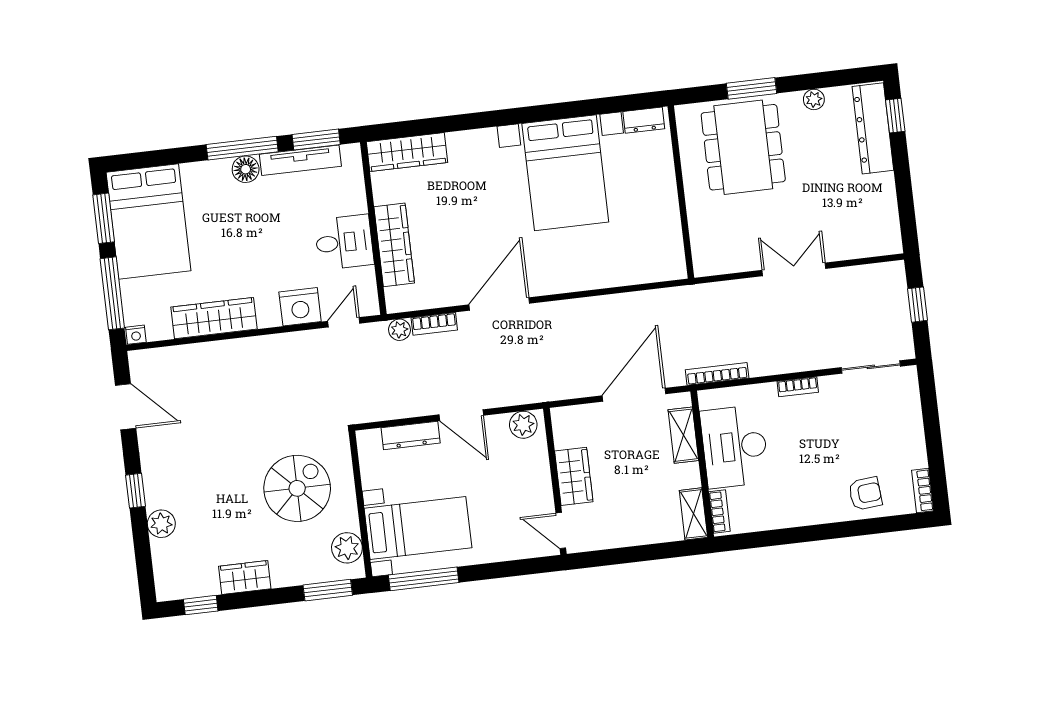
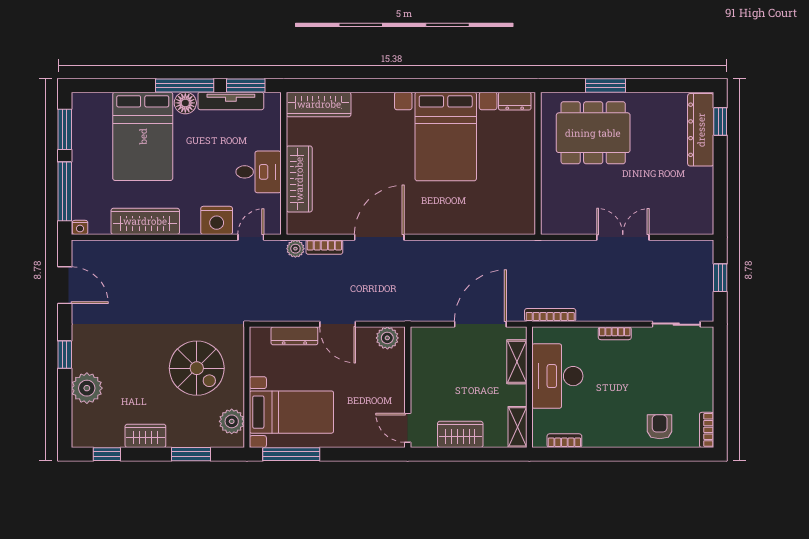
plant: (814, 99) -> (655, 101), removed
dining table: (743, 147) -> (593, 133), turned 90
bed: (149, 221) -> (143, 136), moved
wardrobe: (574, 476) -> (460, 434), moved, turned -90
spiral stairs: (297, 488) -> (197, 368), turned 90
armchair: (865, 494) -> (660, 427), turned -85
bookcase: (719, 511) -> (564, 441), moved, turned -90
plant: (161, 524) -> (87, 388), width x1.36, depth x1.36
window: (328, 590) -> (191, 454), moved

